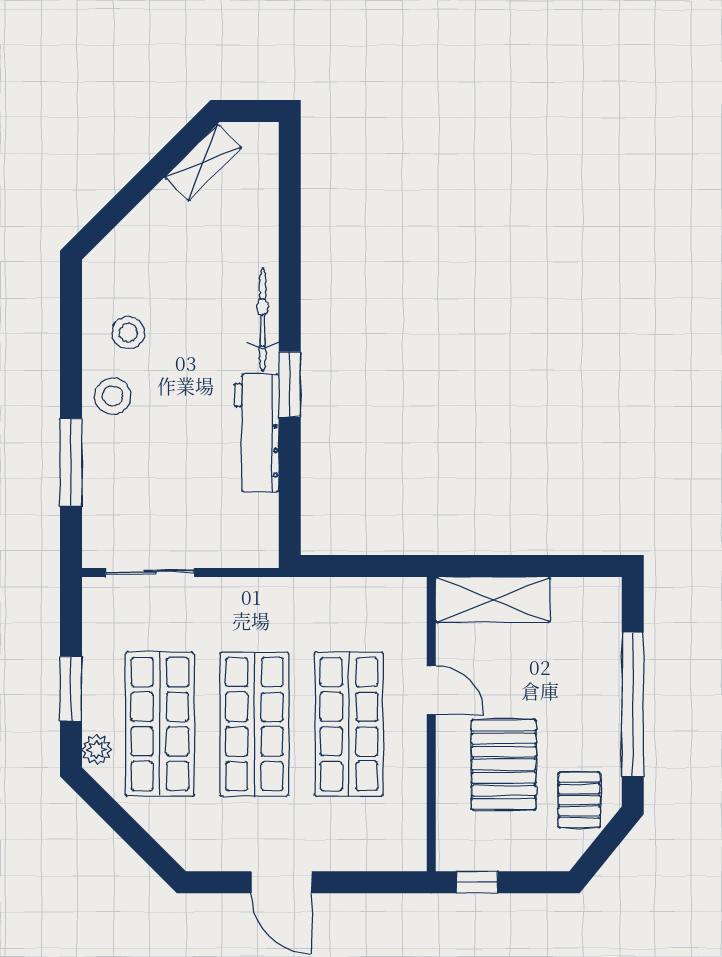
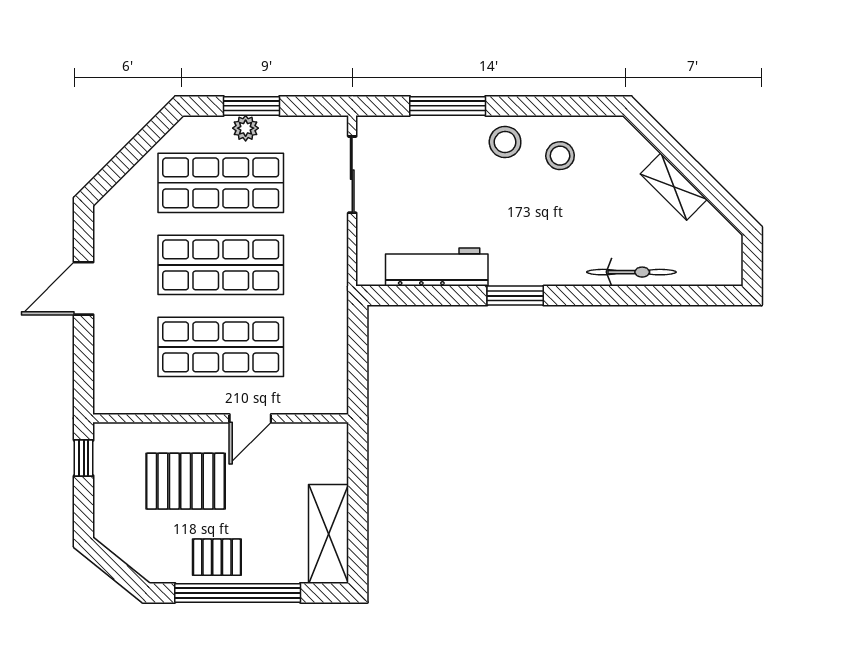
shelving: (203, 162) -> (674, 187), moved
bicycle: (263, 320) -> (631, 272), moved
workbench: (257, 433) -> (437, 267), moved
shelving: (493, 600) -> (329, 534), moved
plant: (97, 750) -> (246, 128), moved
pallet: (579, 800) -> (217, 557), moved

